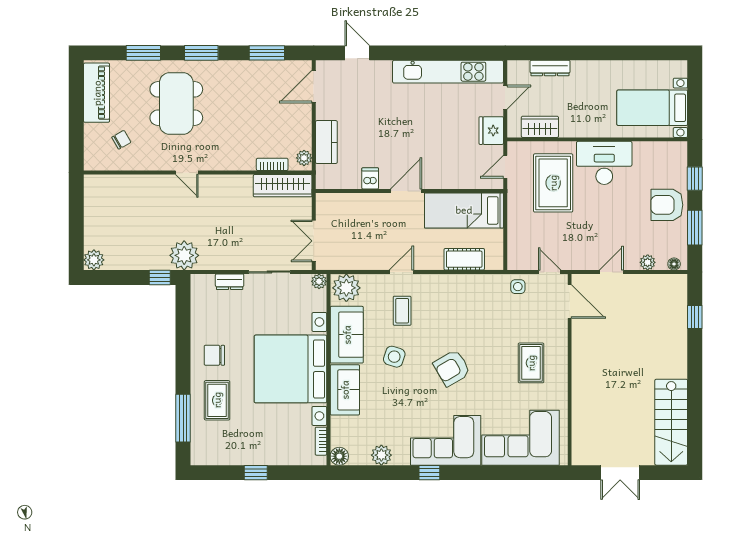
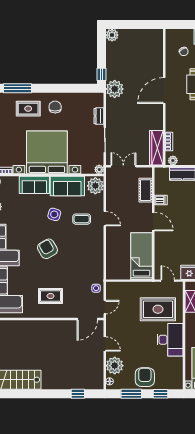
door: (187, 173) -> (164, 91), width x1.88
cot: (464, 259) -> (146, 190), moved
plant: (648, 262) -> (115, 366), width x1.88, depth x1.88

